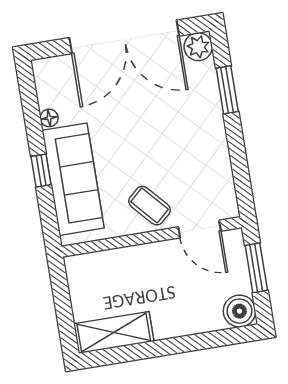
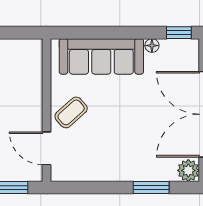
window: (41, 171) -> (179, 33), moved
door: (200, 229) -> (46, 148), hinge flipped

